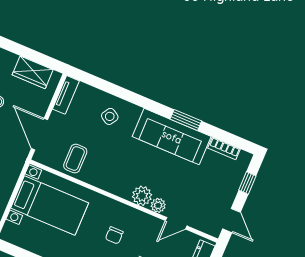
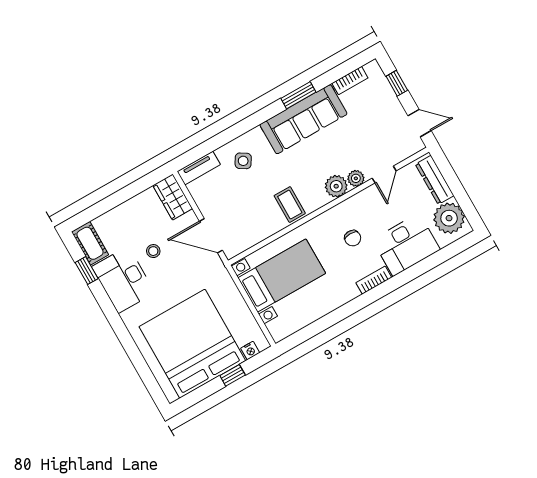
wardrobe: (33, 72) -> (173, 197), moved, turned 90
tv unit: (66, 95) -> (199, 168), moved, turned 90
coffee table: (75, 159) -> (290, 205), moved

